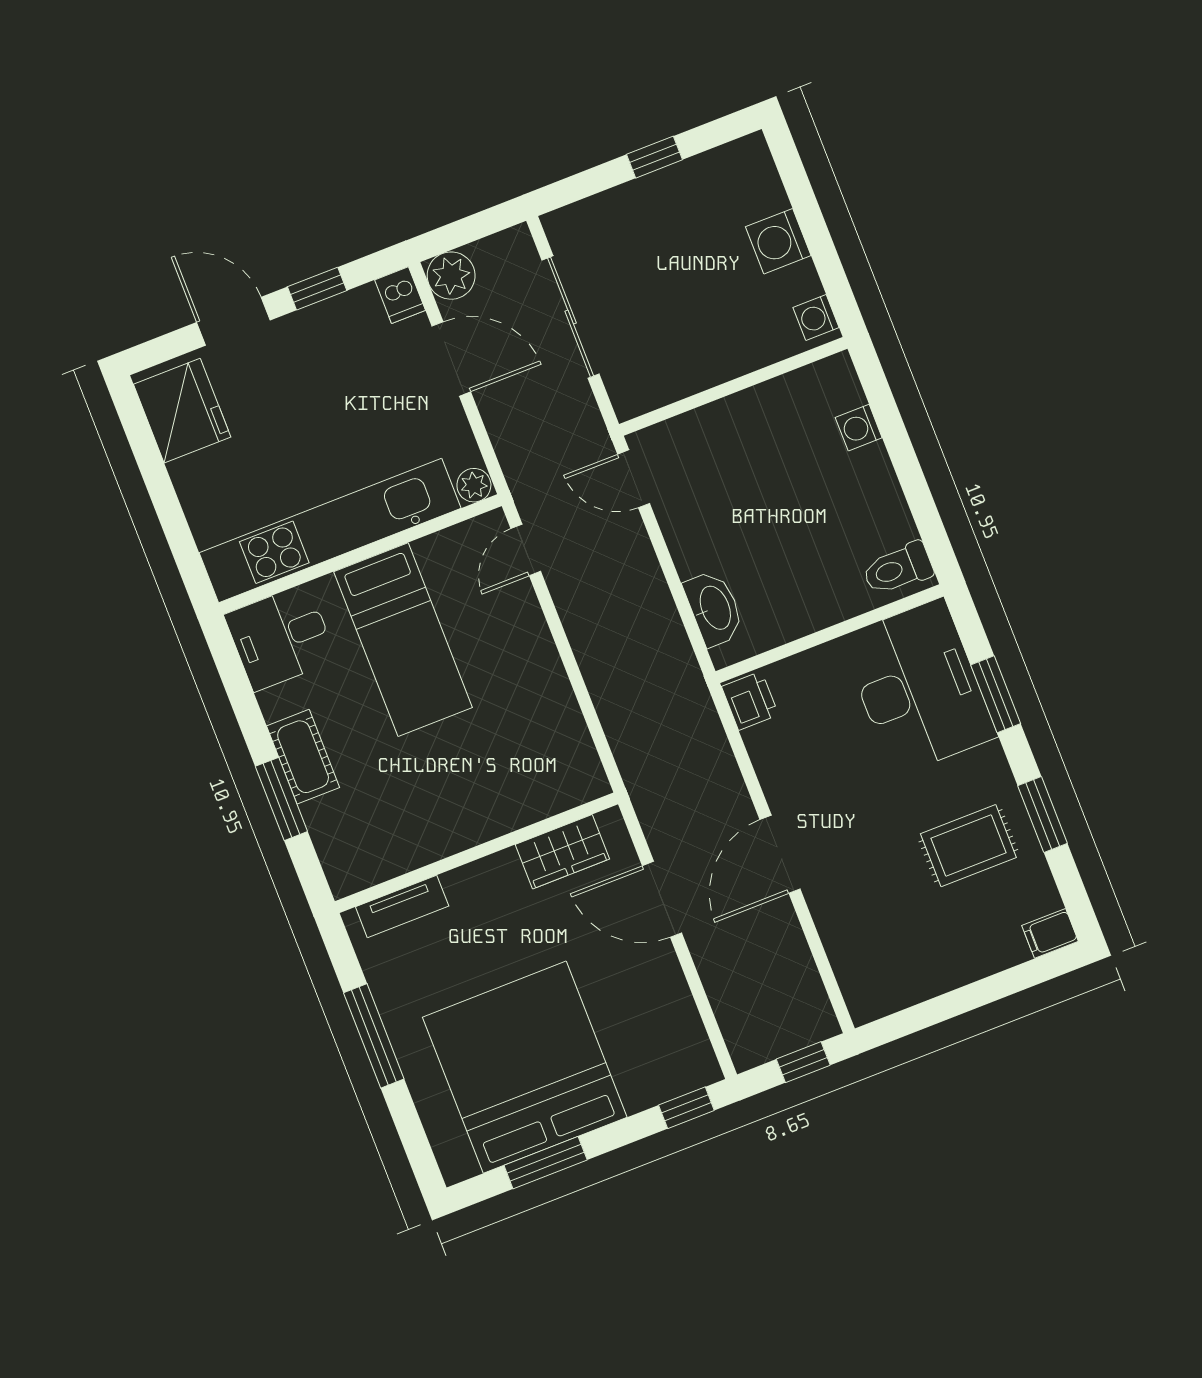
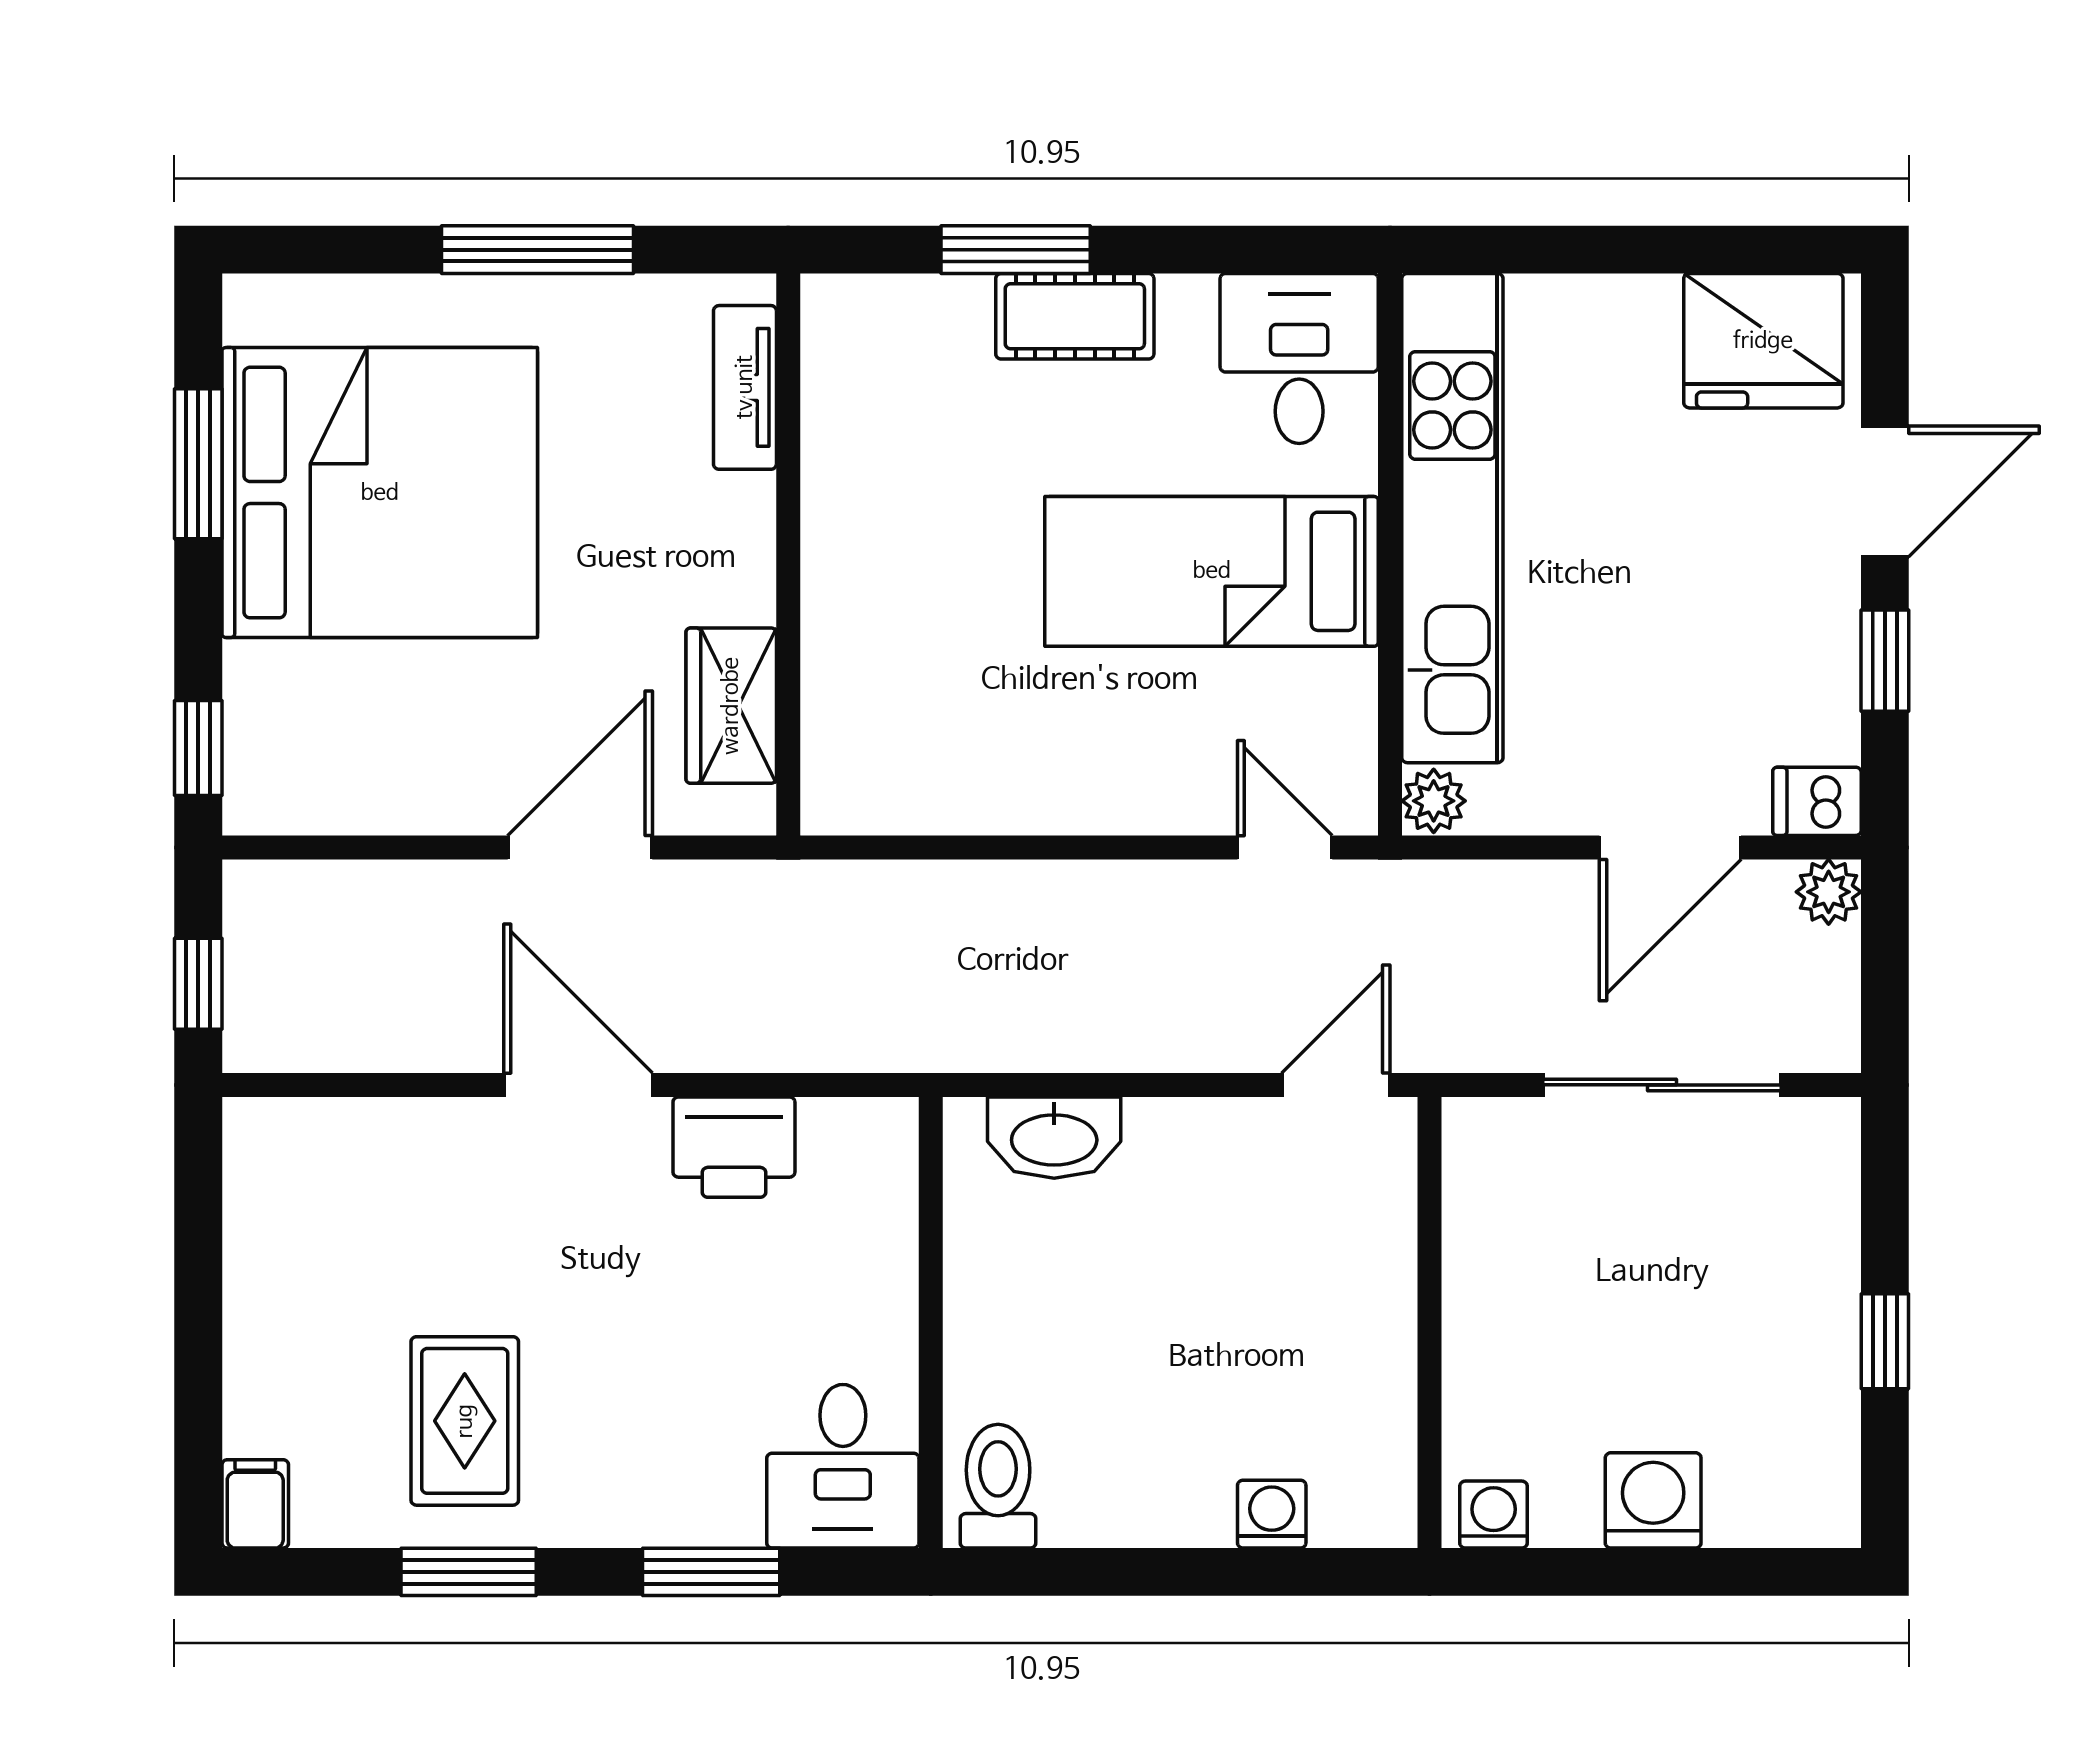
plant: (451, 276) -> (1829, 892), width x0.73, depth x0.73
desk: (918, 687) -> (843, 1466), width x0.53, depth x0.77
printer: (750, 701) -> (734, 1147), moved, width x1.36, depth x1.24

